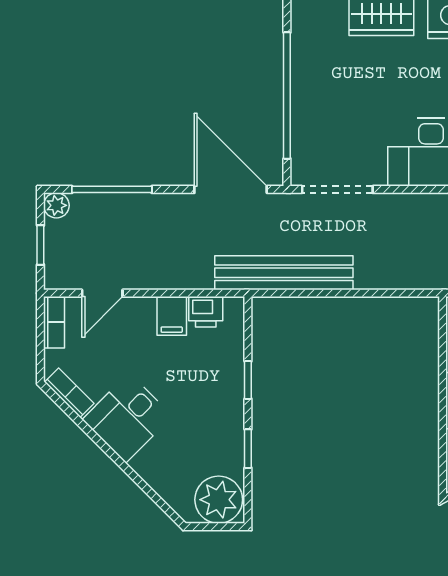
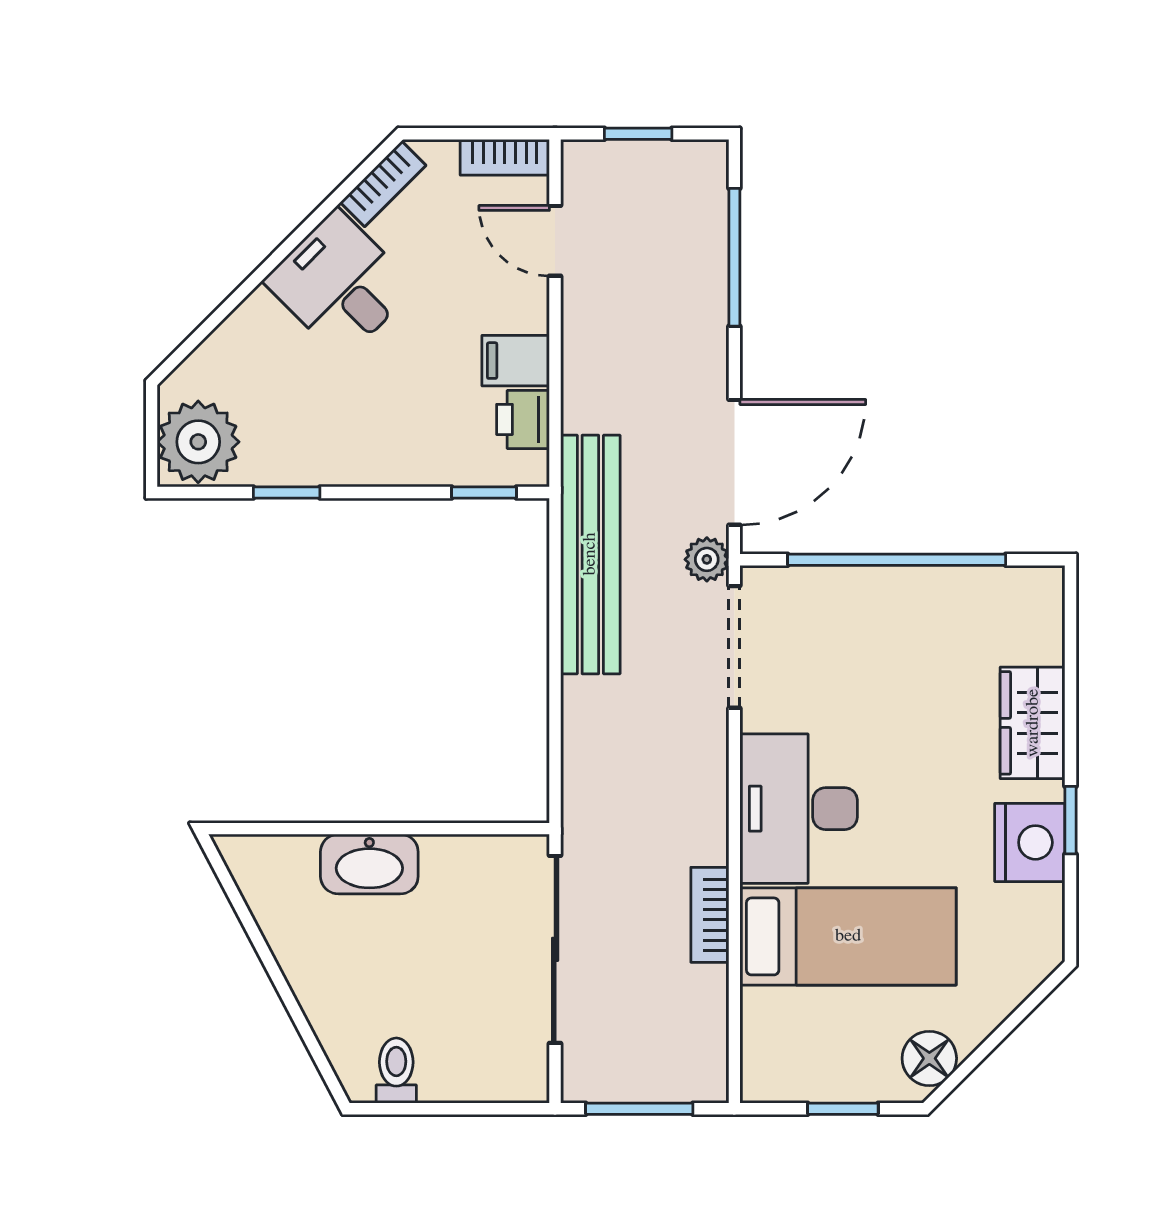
plant: (56, 205) -> (707, 559), moved
window: (248, 380) -> (484, 492), moved

